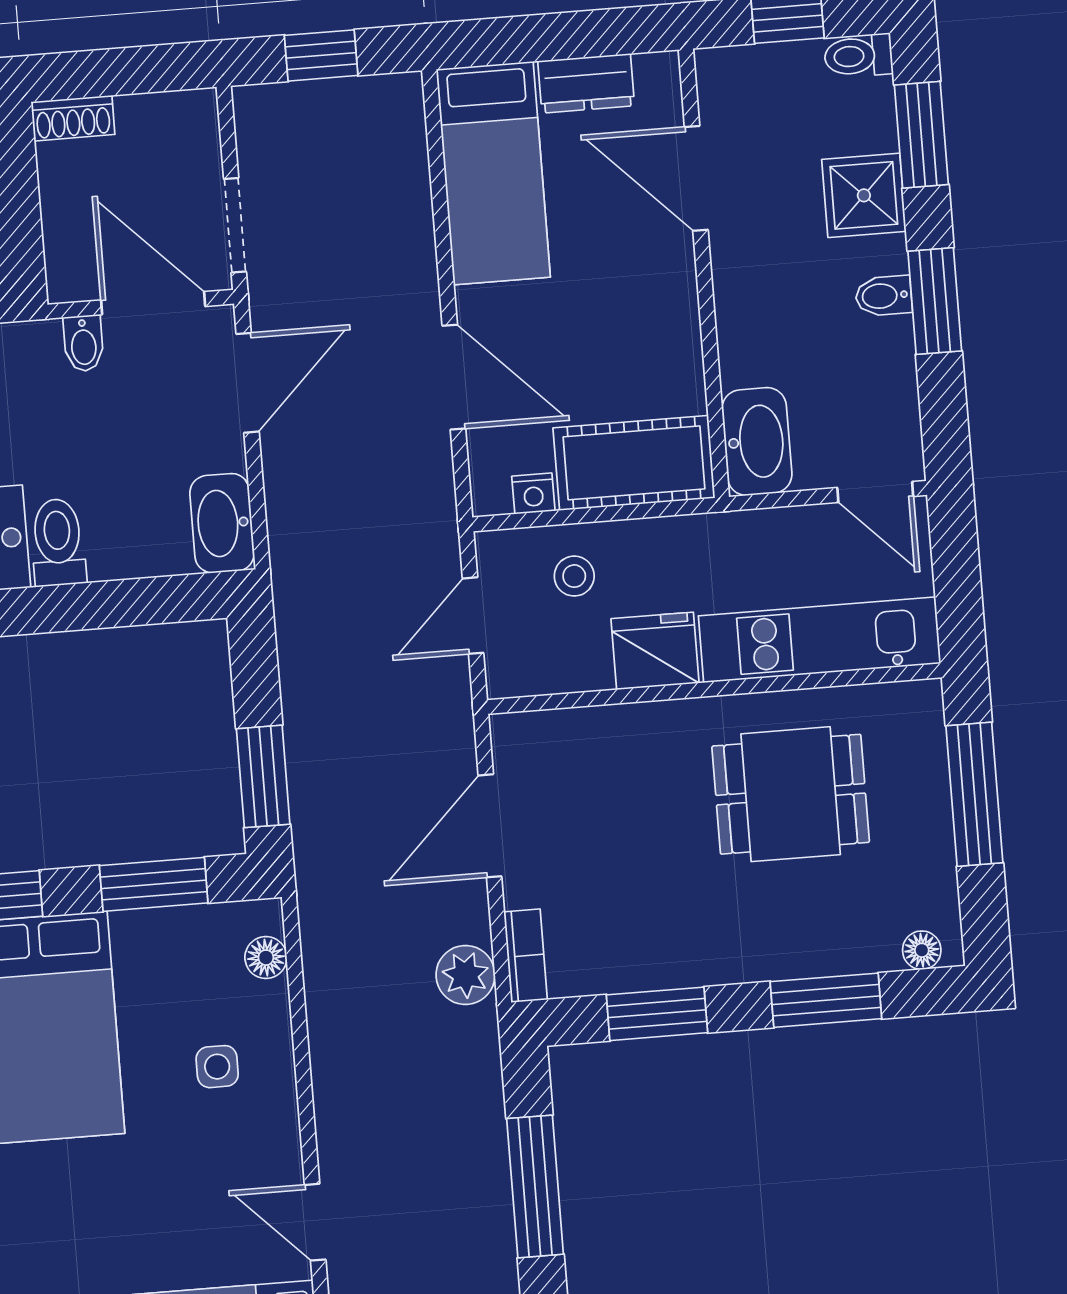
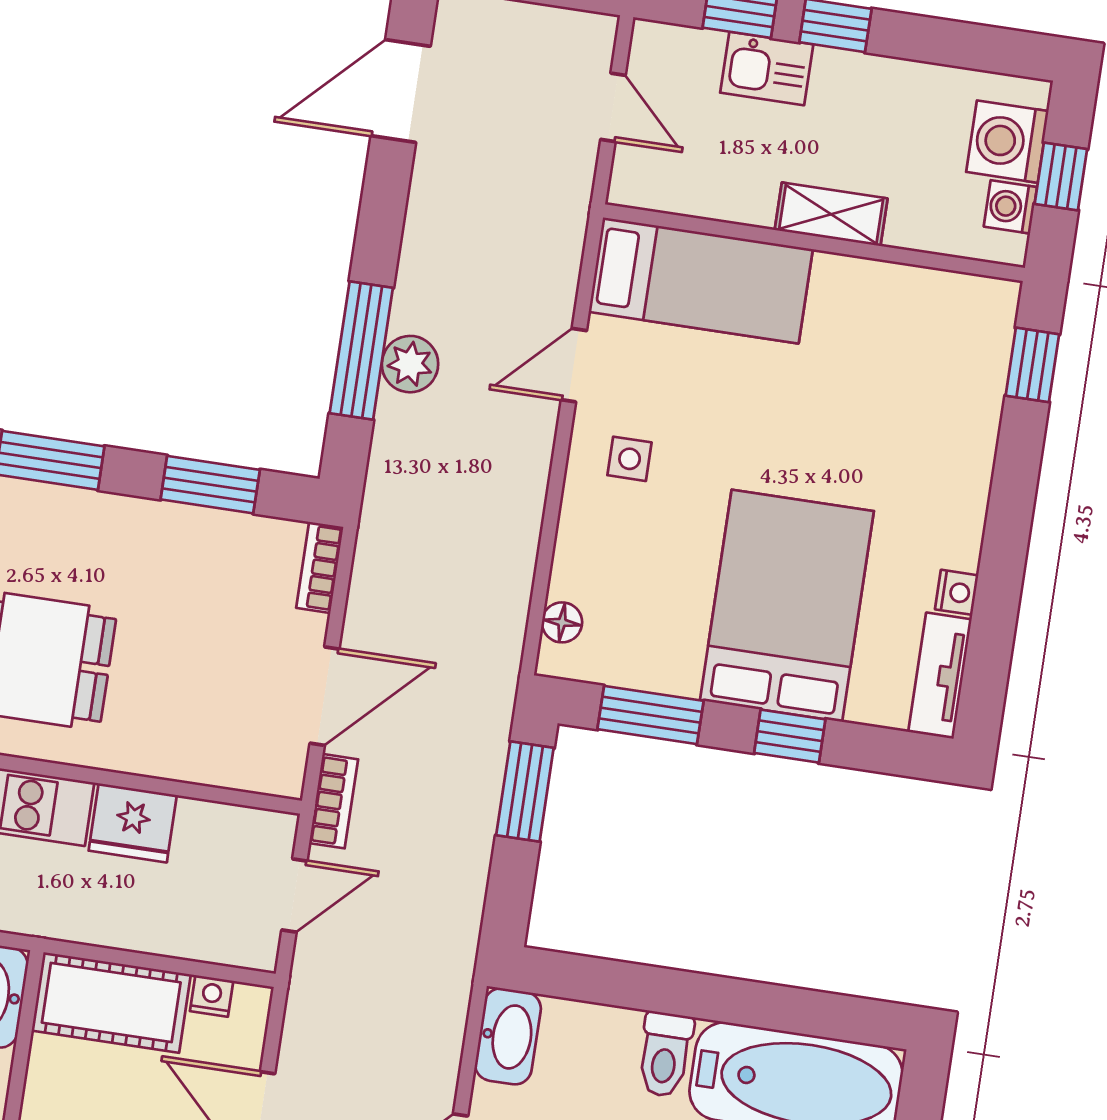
stool: (574, 576) -> (192, 910), removed
bookcase: (456, 721) -> (334, 801), added
plant: (465, 975) -> (410, 364), moved
side table: (217, 1067) -> (630, 459), moved
door: (315, 1222) -> (574, 365), swing flipped

